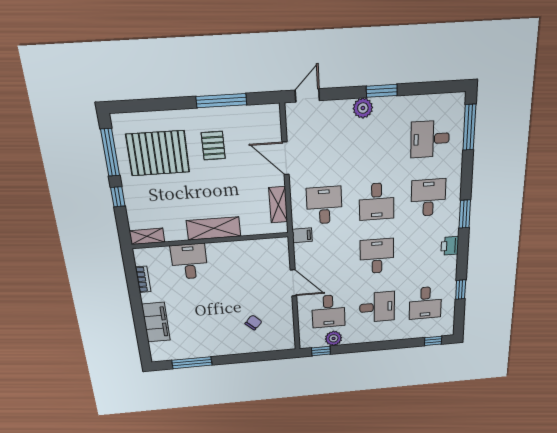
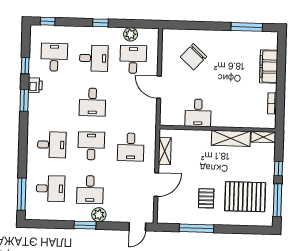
desk: (376, 143) -> (90, 190), added
door: (286, 158) -> (156, 185), hinge flipped
desk: (428, 198) -> (52, 145), turned -90
window: (465, 214) -> (24, 100), moved
shelving: (214, 228) -> (231, 138), moved
filing cabinet: (302, 235) -> (149, 125), removed
printer: (450, 246) -> (35, 85), moved
desk: (189, 261) -> (198, 113), moved
desk: (377, 307) -> (94, 58), turned 180
chair: (253, 323) -> (194, 57), width x1.87, depth x1.87
window: (321, 351) -> (100, 23), moved

